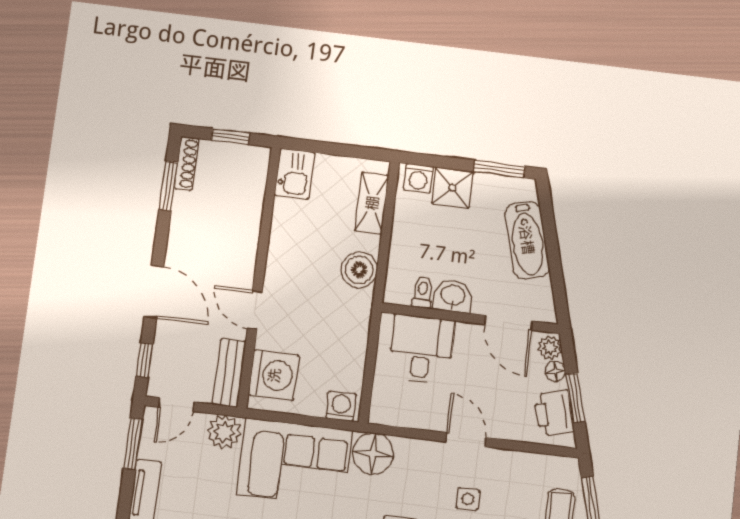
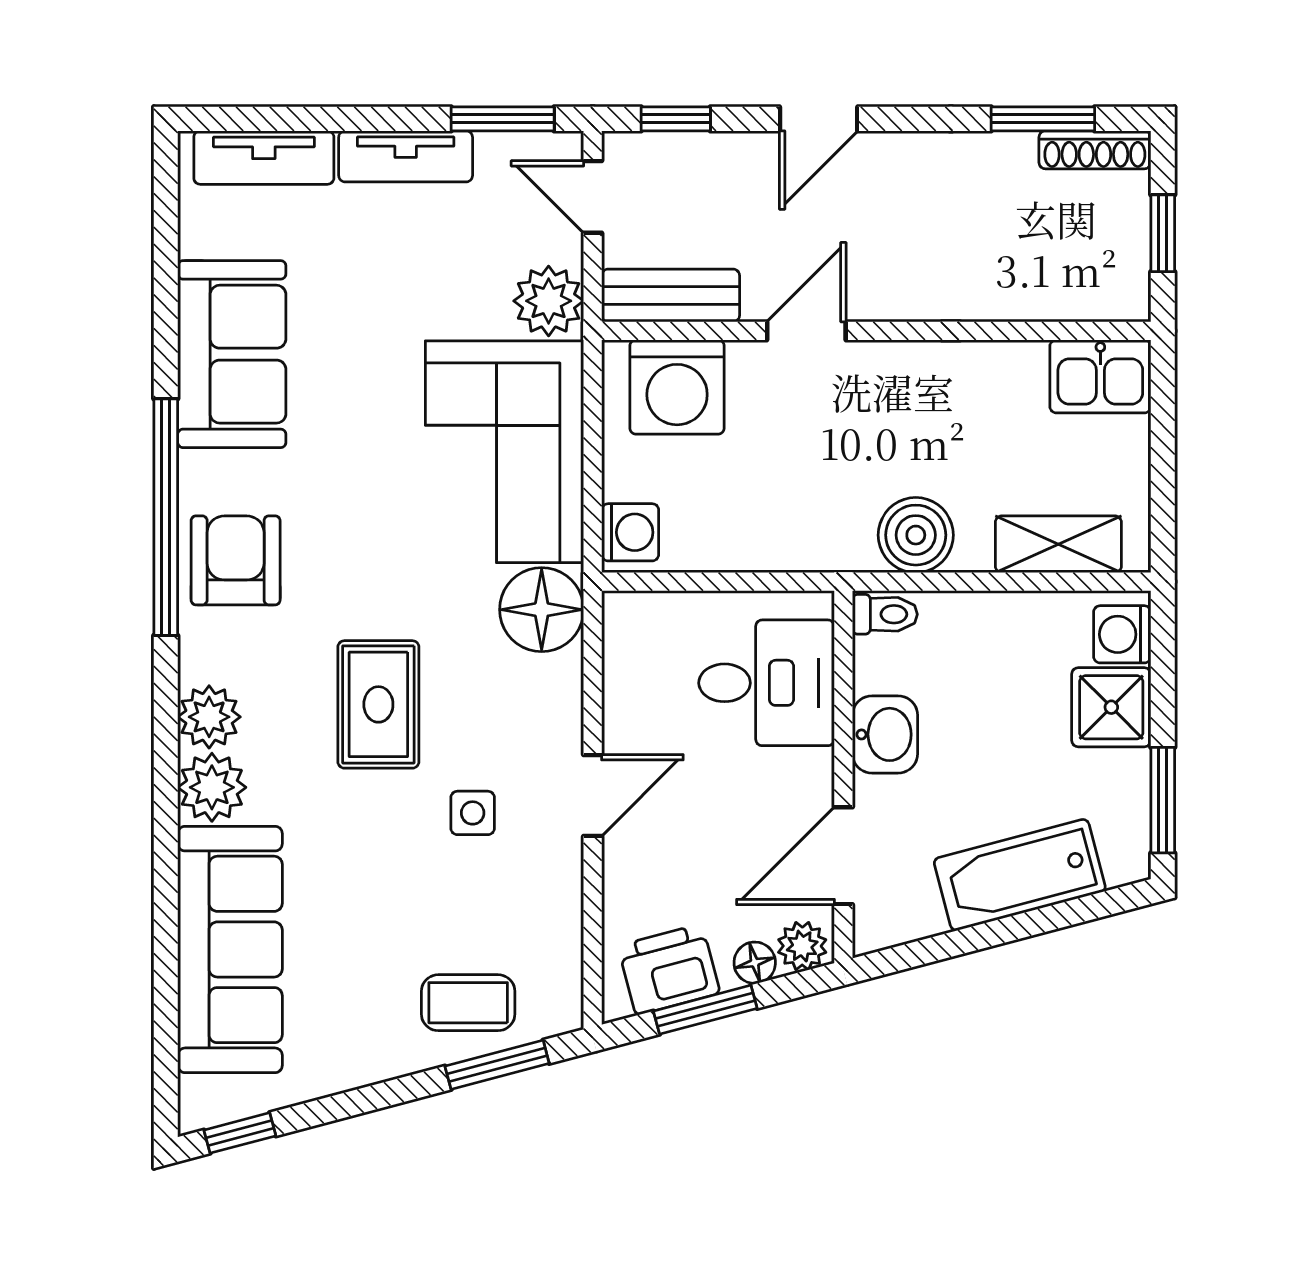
door: (154, 292) -> (819, 119), width x0.73
toilet: (422, 292) -> (885, 614), moved

